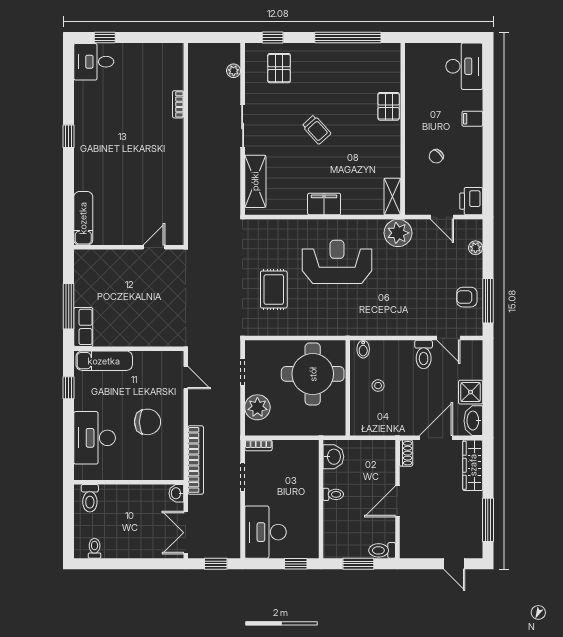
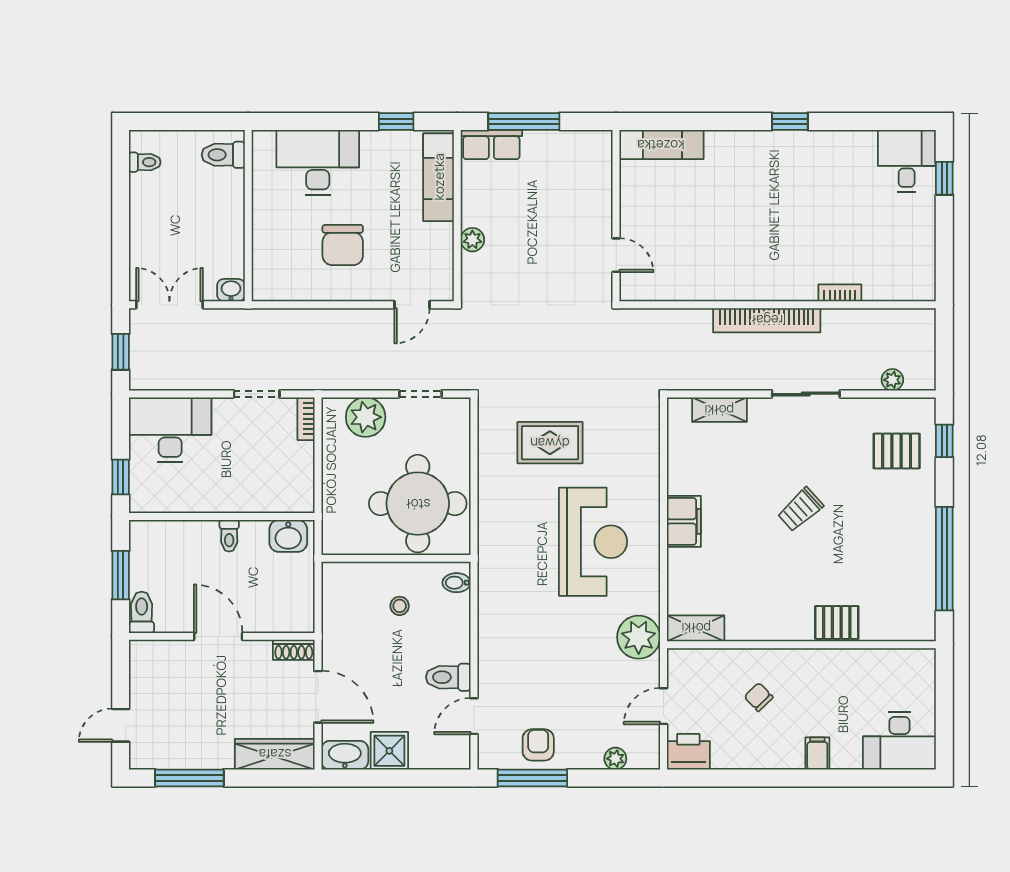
shelving: (255, 181) -> (719, 410), width x0.67, depth x0.75
plant: (144, 339) -> (472, 240), added
bookcase: (196, 460) -> (767, 320), moved

